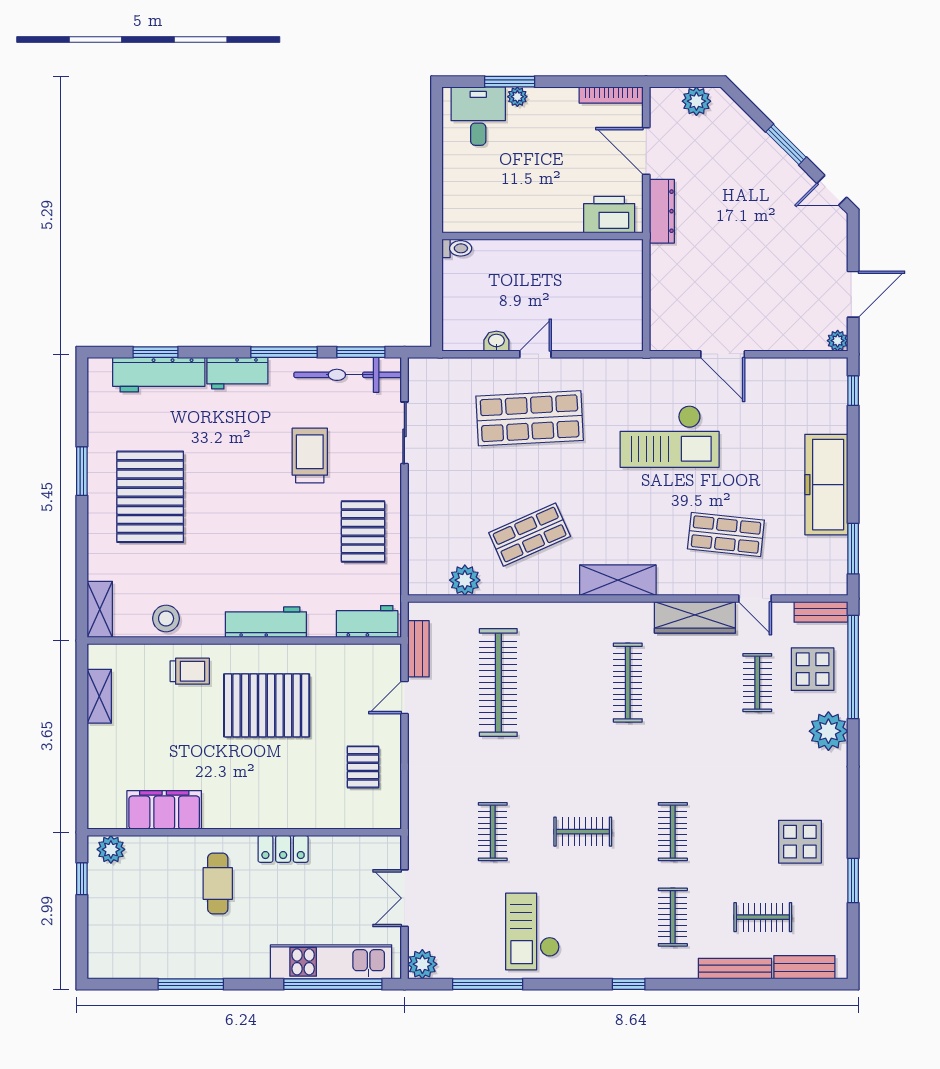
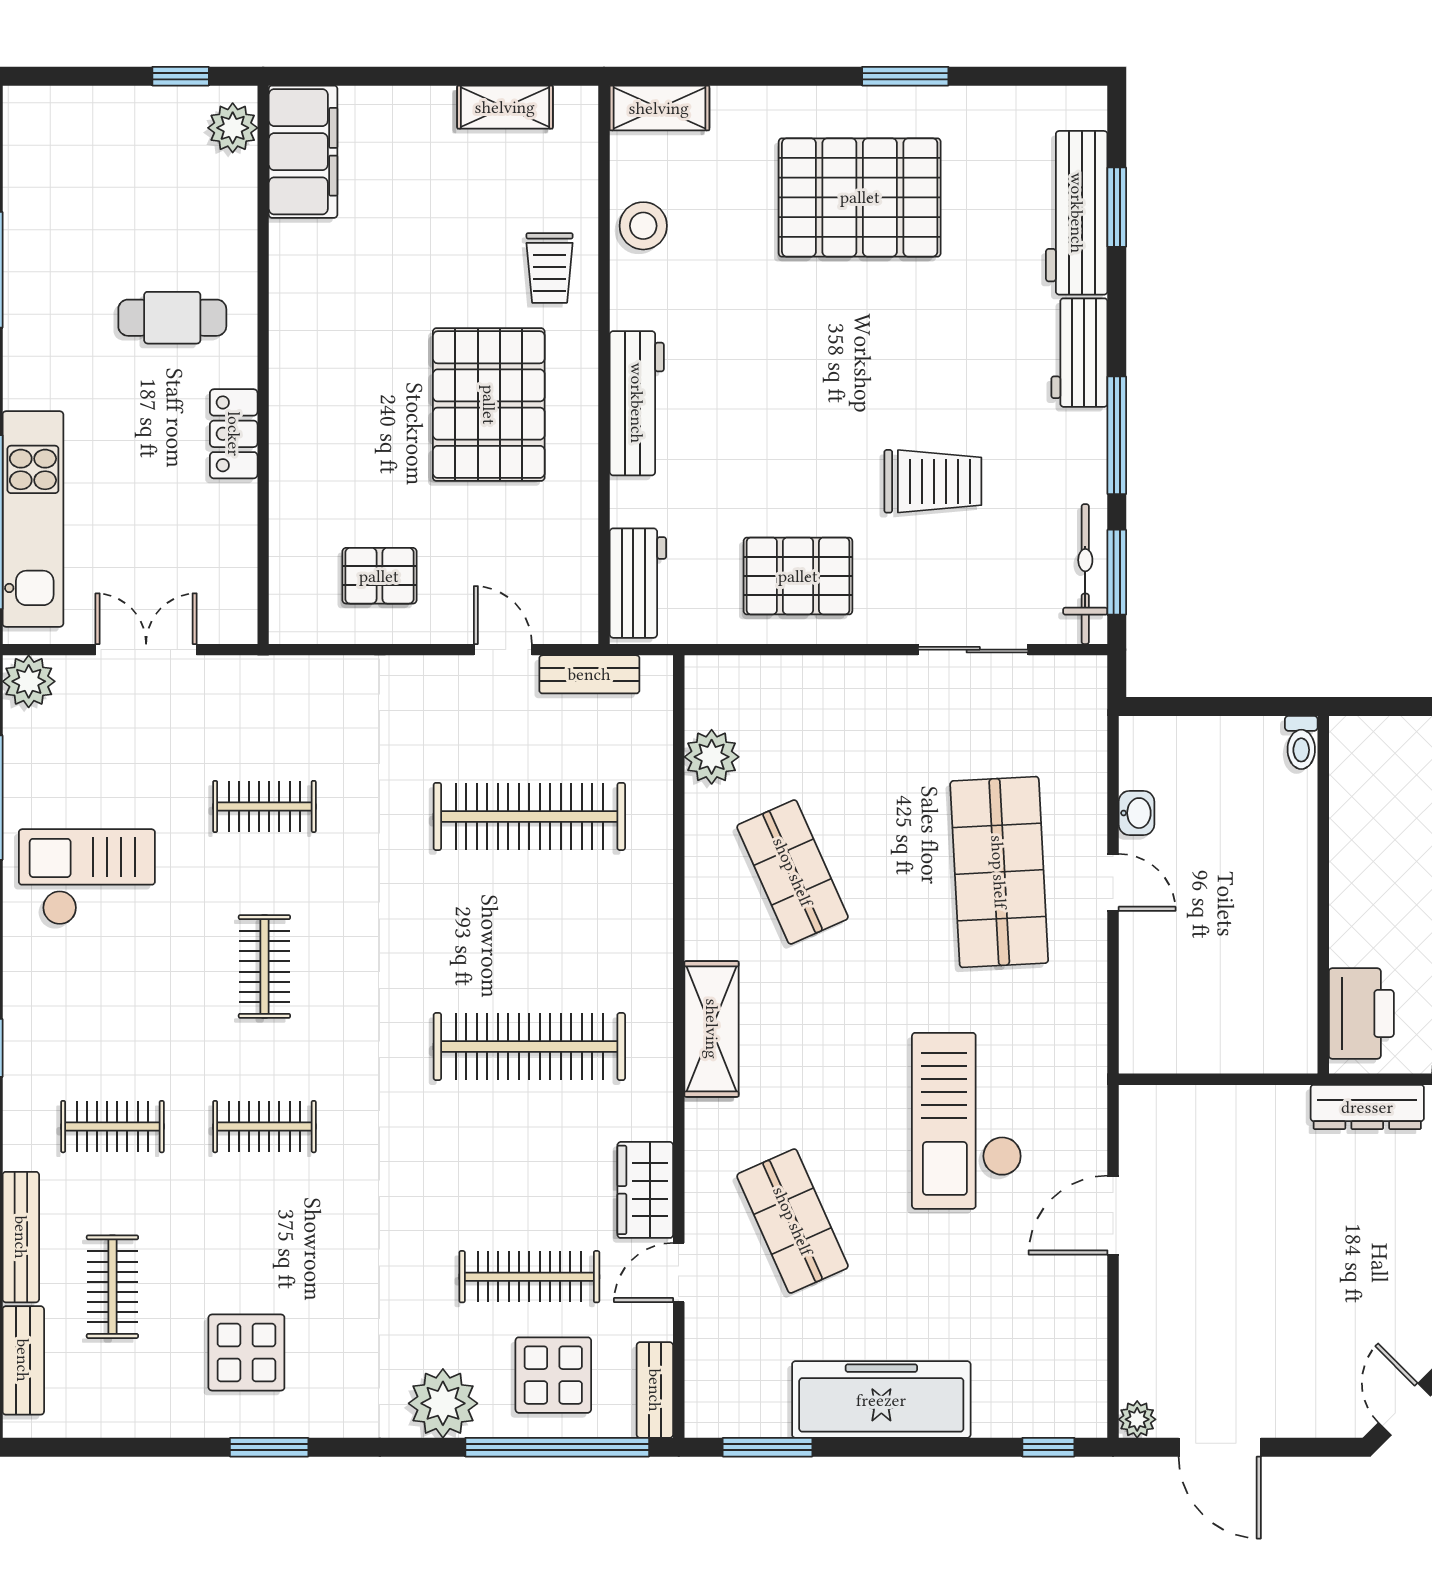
bicycle: (348, 375) -> (1085, 574), width x0.73, depth x0.71
shop shelf: (726, 535) -> (793, 1221), turned -30
wardrobe: (695, 617) -> (645, 1190), width x0.67
clothes rail: (628, 683) -> (529, 1047), width x1.37, depth x1.31
clothes rail: (757, 683) -> (529, 1277), width x1.36
filing cabinet: (164, 810) -> (303, 152), moved
window: (853, 880) -> (269, 1447), moved

